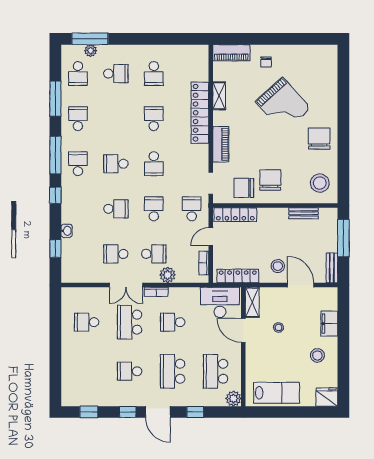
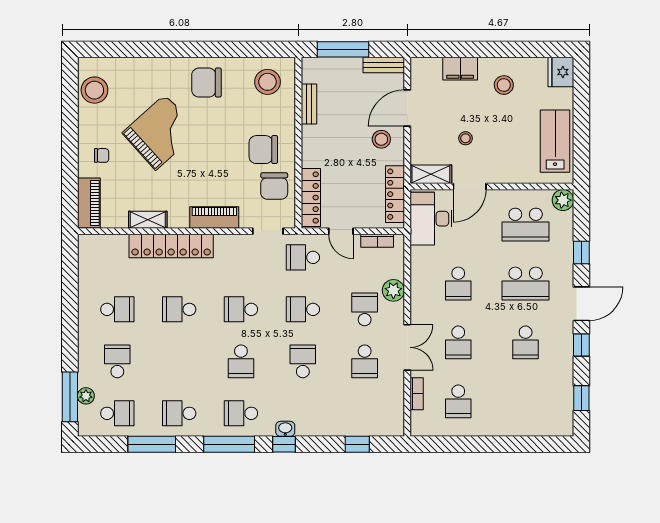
stool: (314, 57) -> (94, 90), added
school desk: (154, 164) -> (241, 309), turned 180
washbasin: (67, 231) -> (285, 429), moved
bookcase: (156, 292) -> (417, 394), moved
school desk: (130, 322) -> (458, 342), width x0.54

